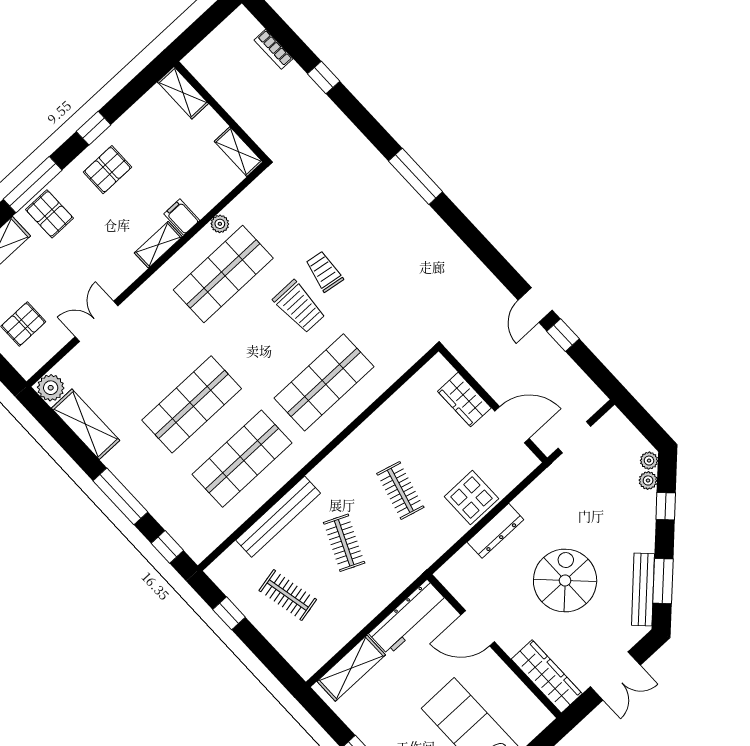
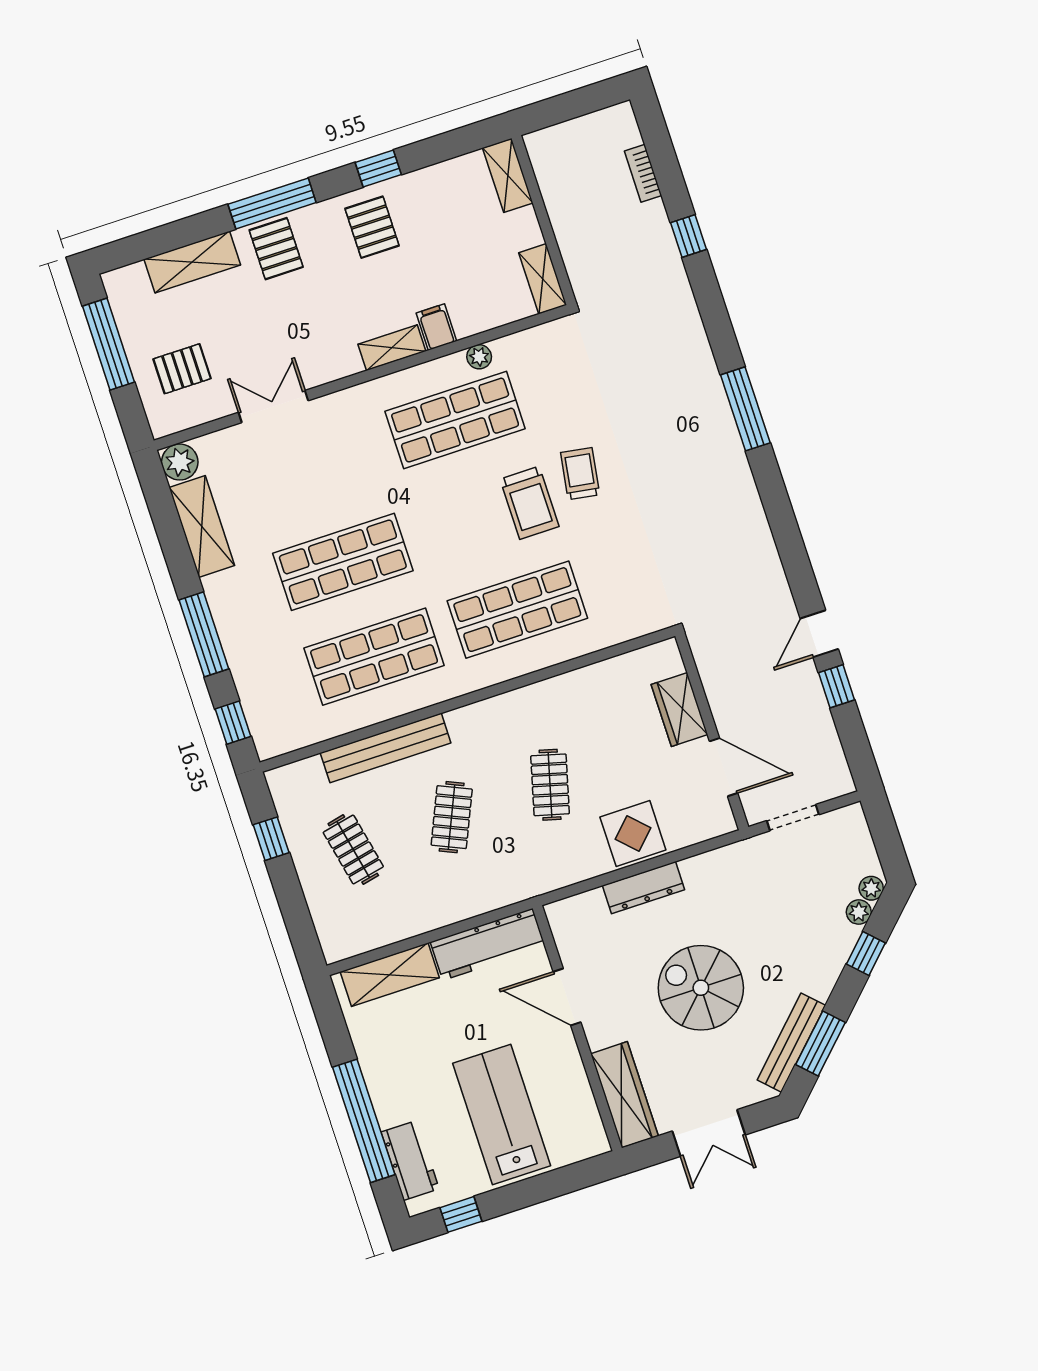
pallet: (107, 170) -> (372, 227), turned 90
spiral stairs: (565, 581) -> (701, 988), turned -90

